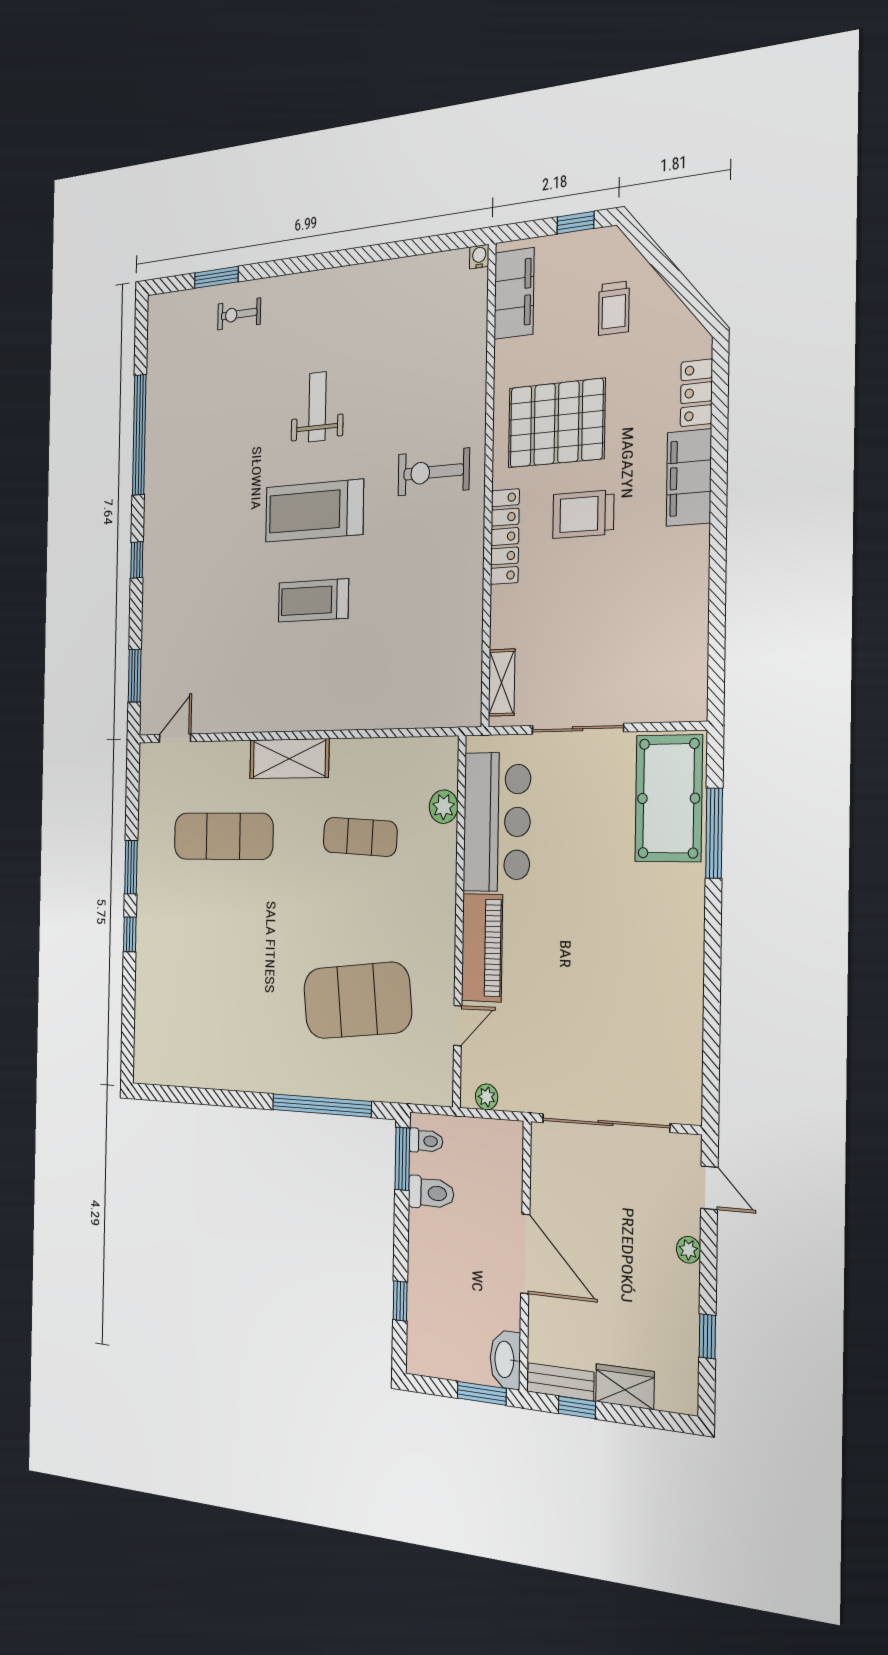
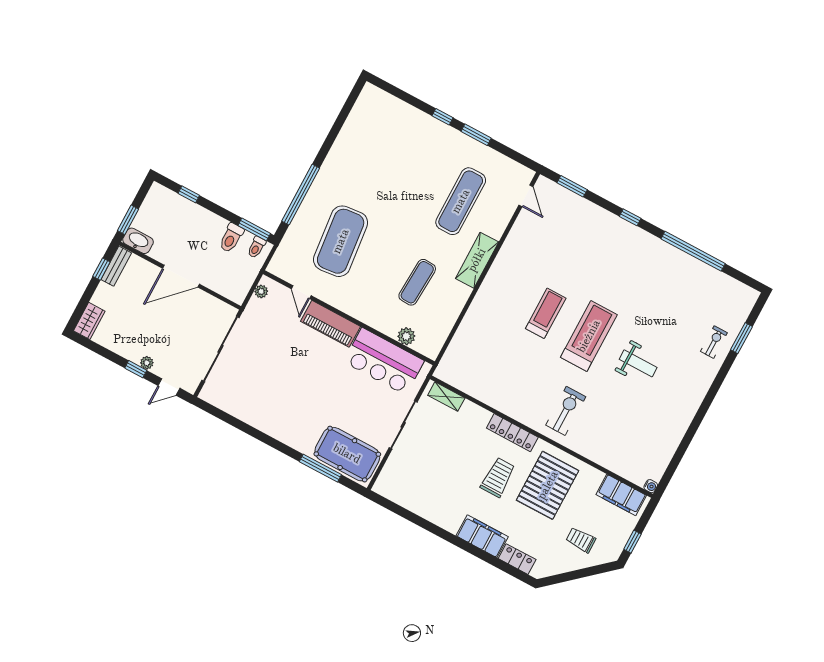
window: (707, 1336) -> (136, 369), moved
wardrobe: (625, 1387) -> (89, 321), moved

